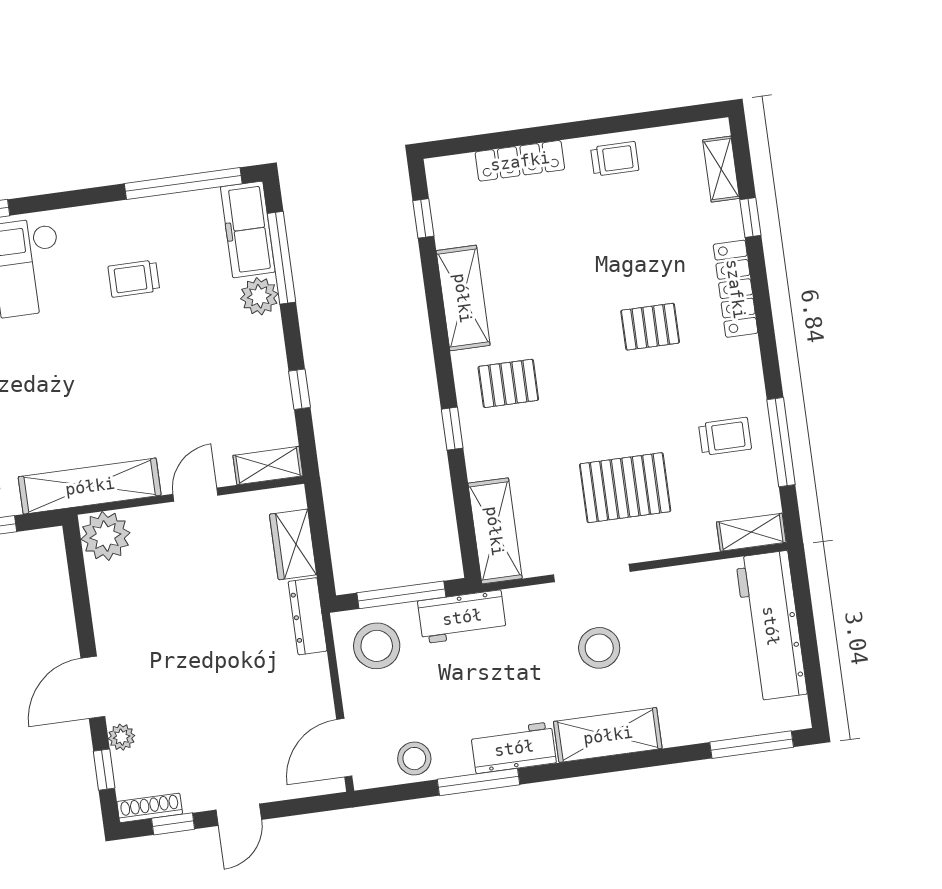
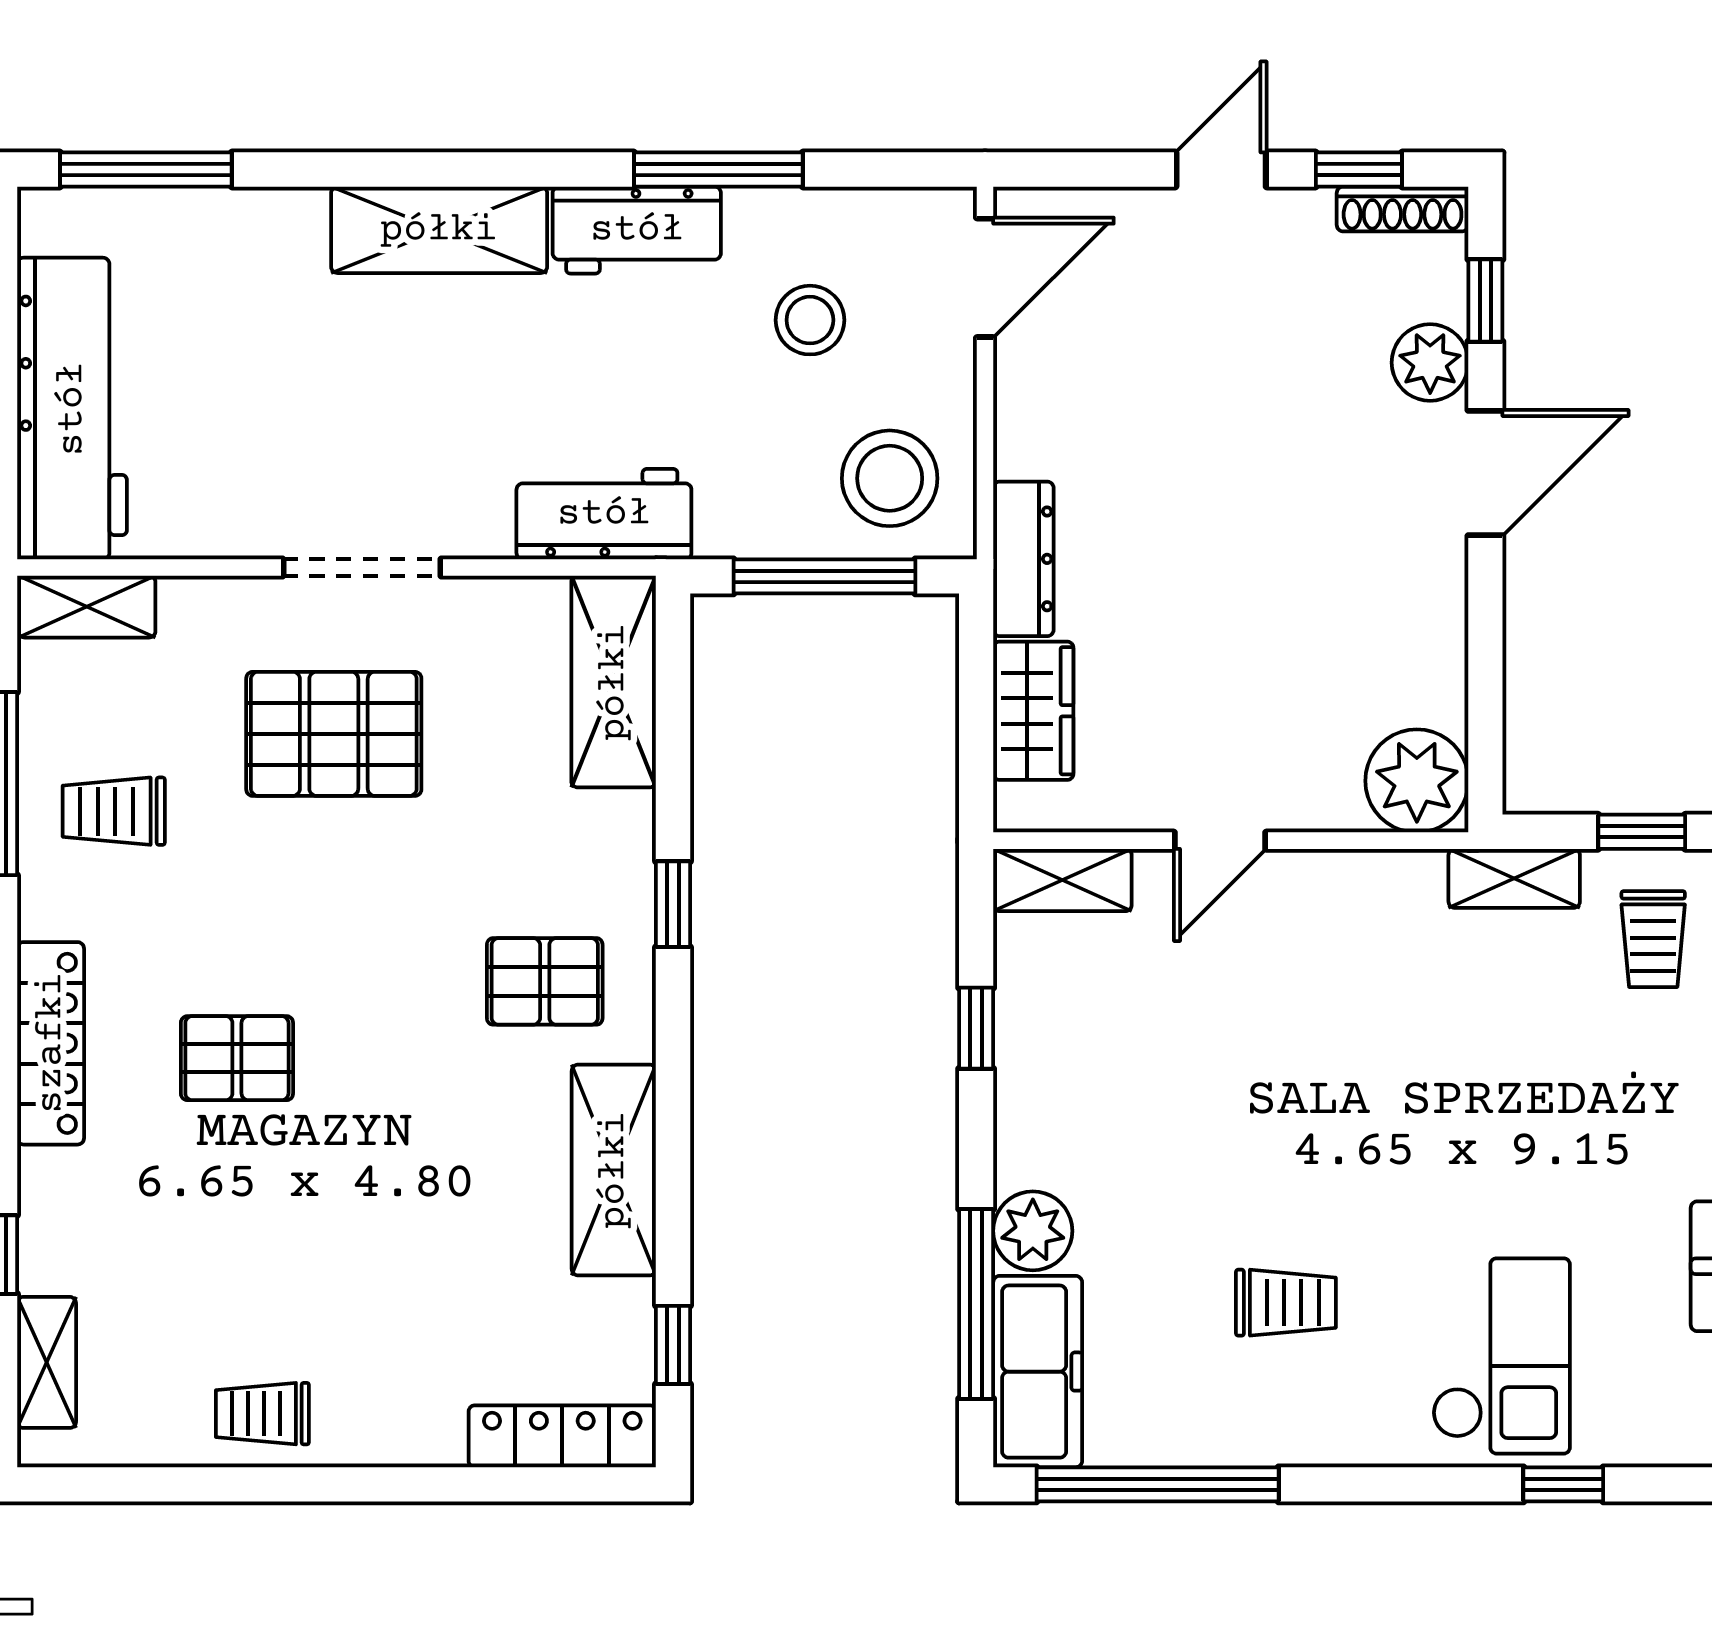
locker: (520, 161) -> (562, 1436), moved
locker: (736, 289) -> (51, 1043), moved
shelving: (90, 486) -> (1514, 878), width x0.45, depth x0.75
doorway: (592, 573) -> (362, 568), moved
workbench: (462, 617) -> (604, 514), moved
stool: (599, 648) -> (432, 412), removed
plant: (122, 737) -> (1430, 363), width x1.38, depth x1.38
stool: (414, 759) -> (810, 320), moved

